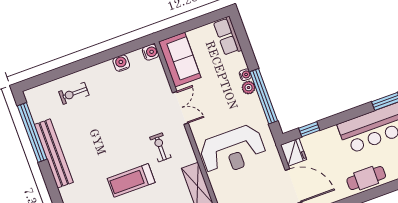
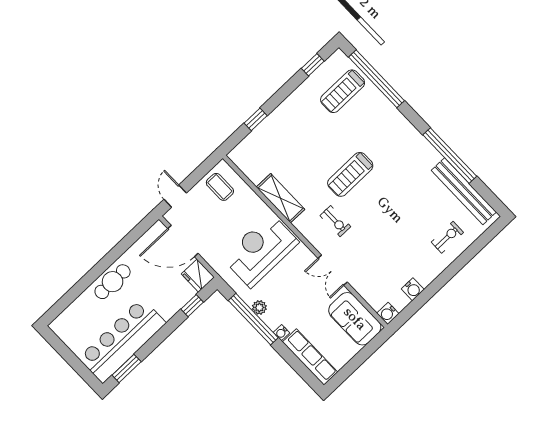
row of seats: (227, 36) -> (310, 357), width x1.48
plant: (249, 88) -> (259, 307), moved
window: (32, 133) -> (450, 156), moved
bench: (54, 153) -> (464, 191), moved
treadmill: (131, 180) -> (350, 174), turned 180

